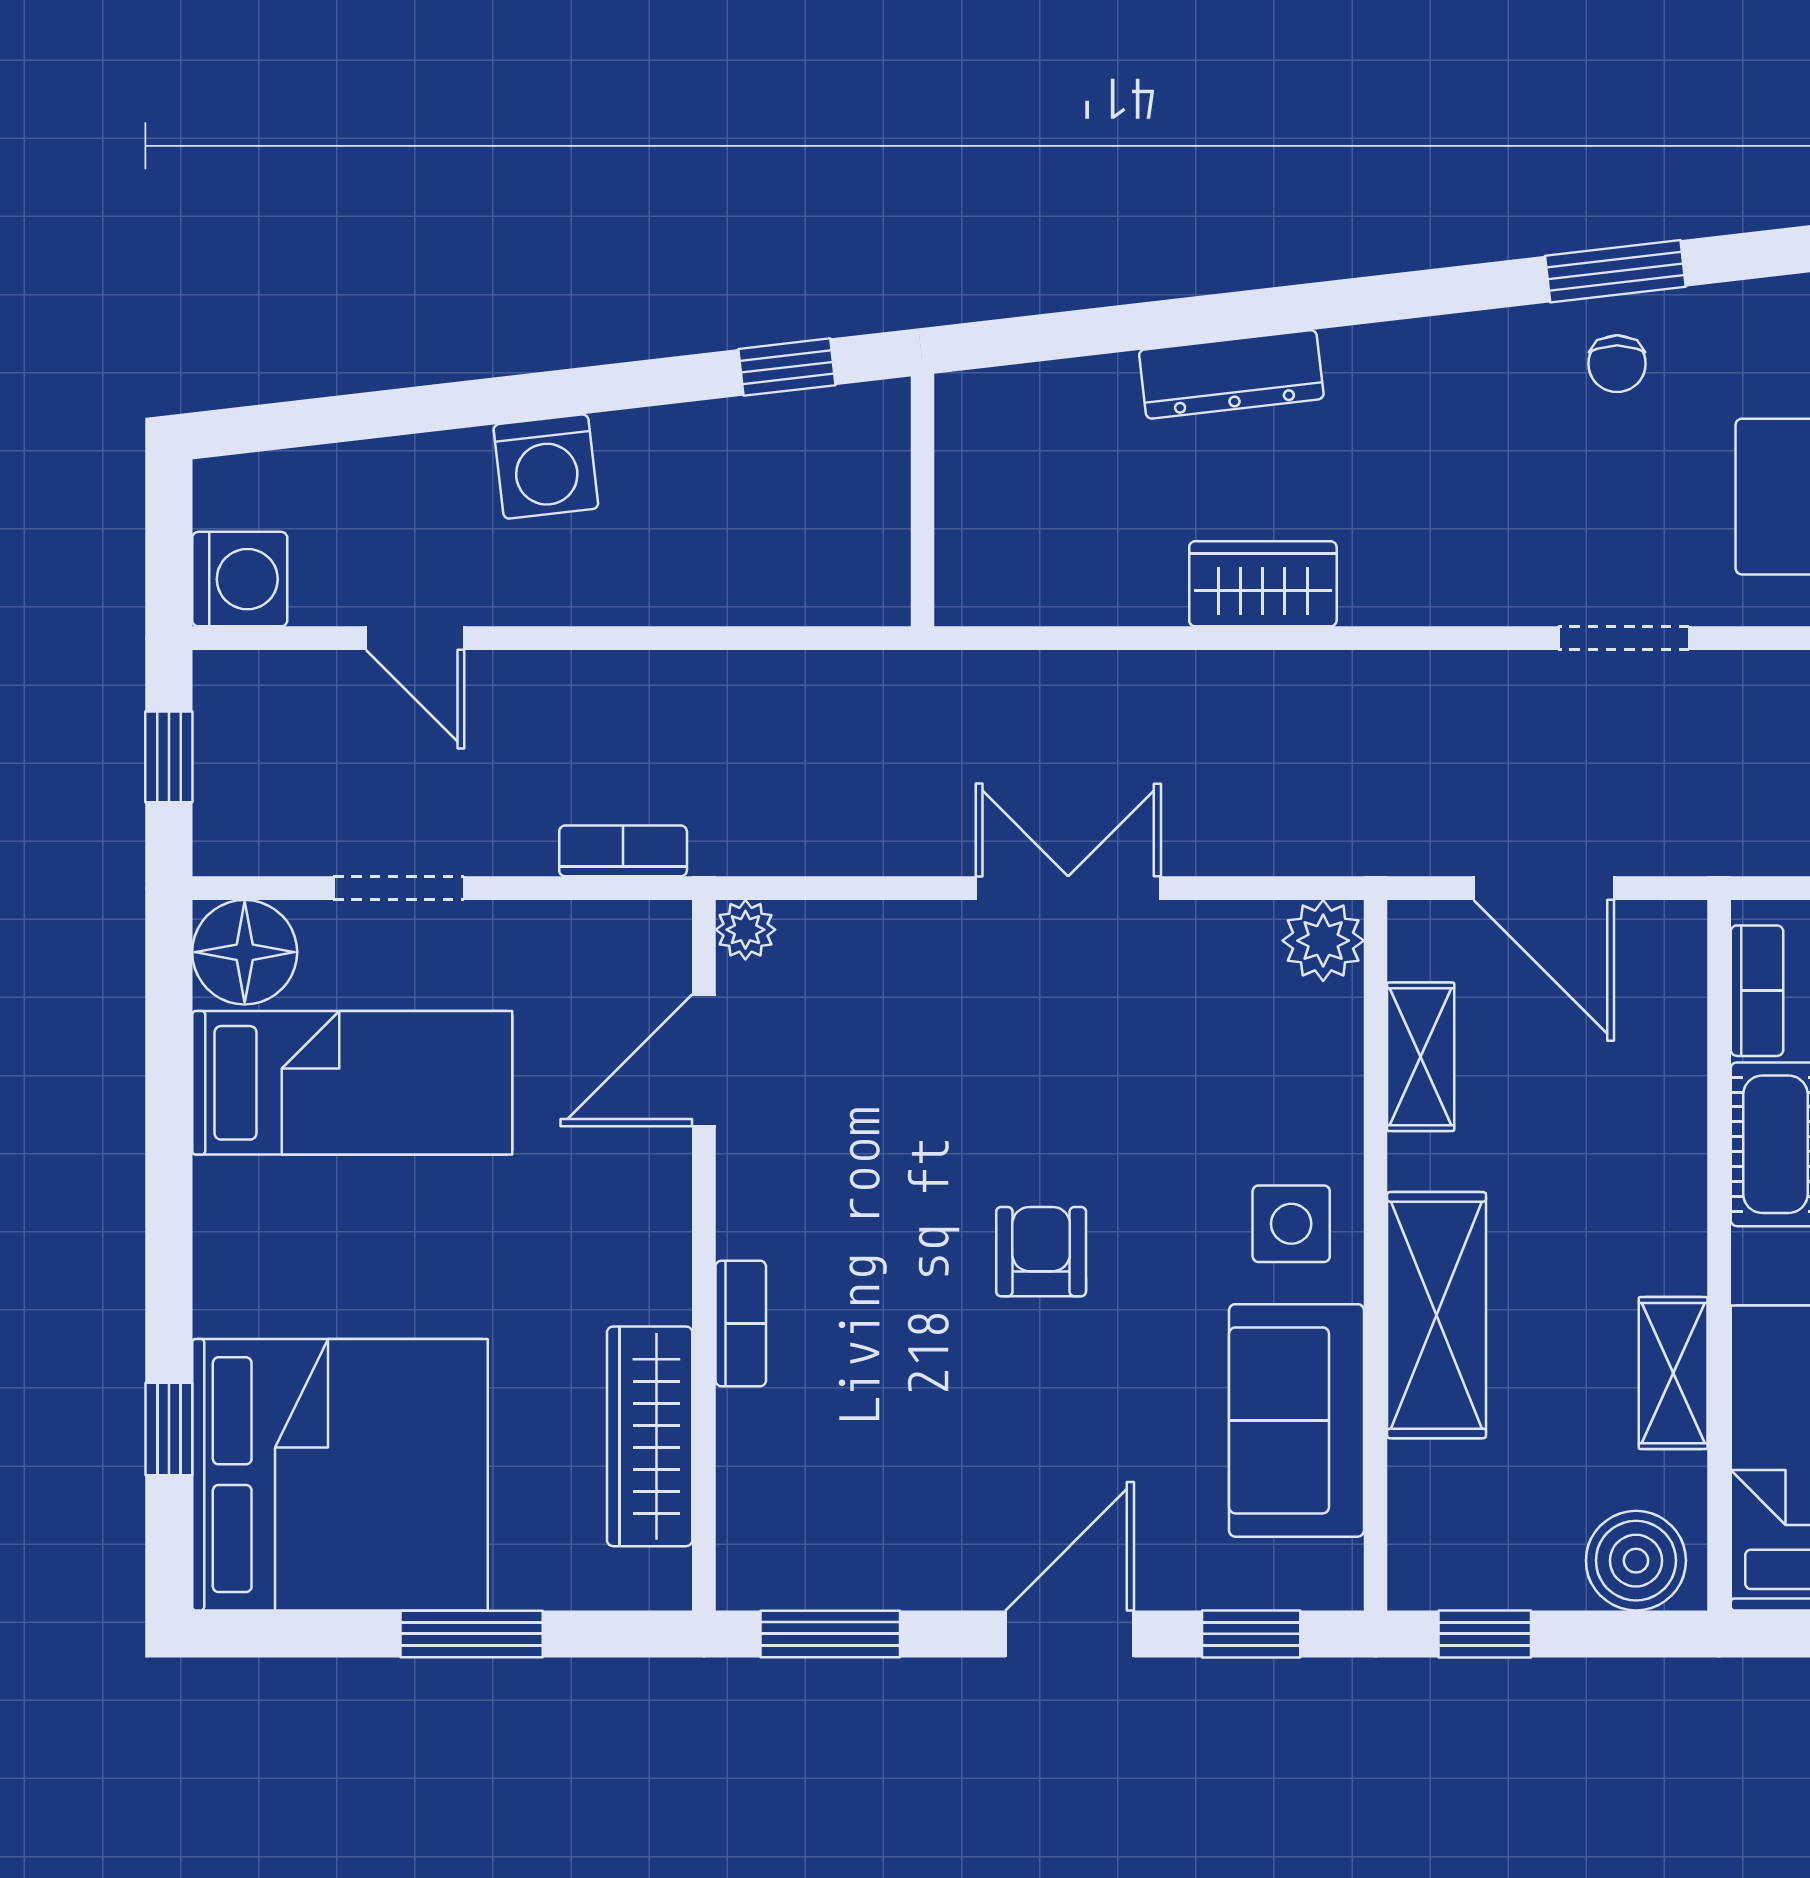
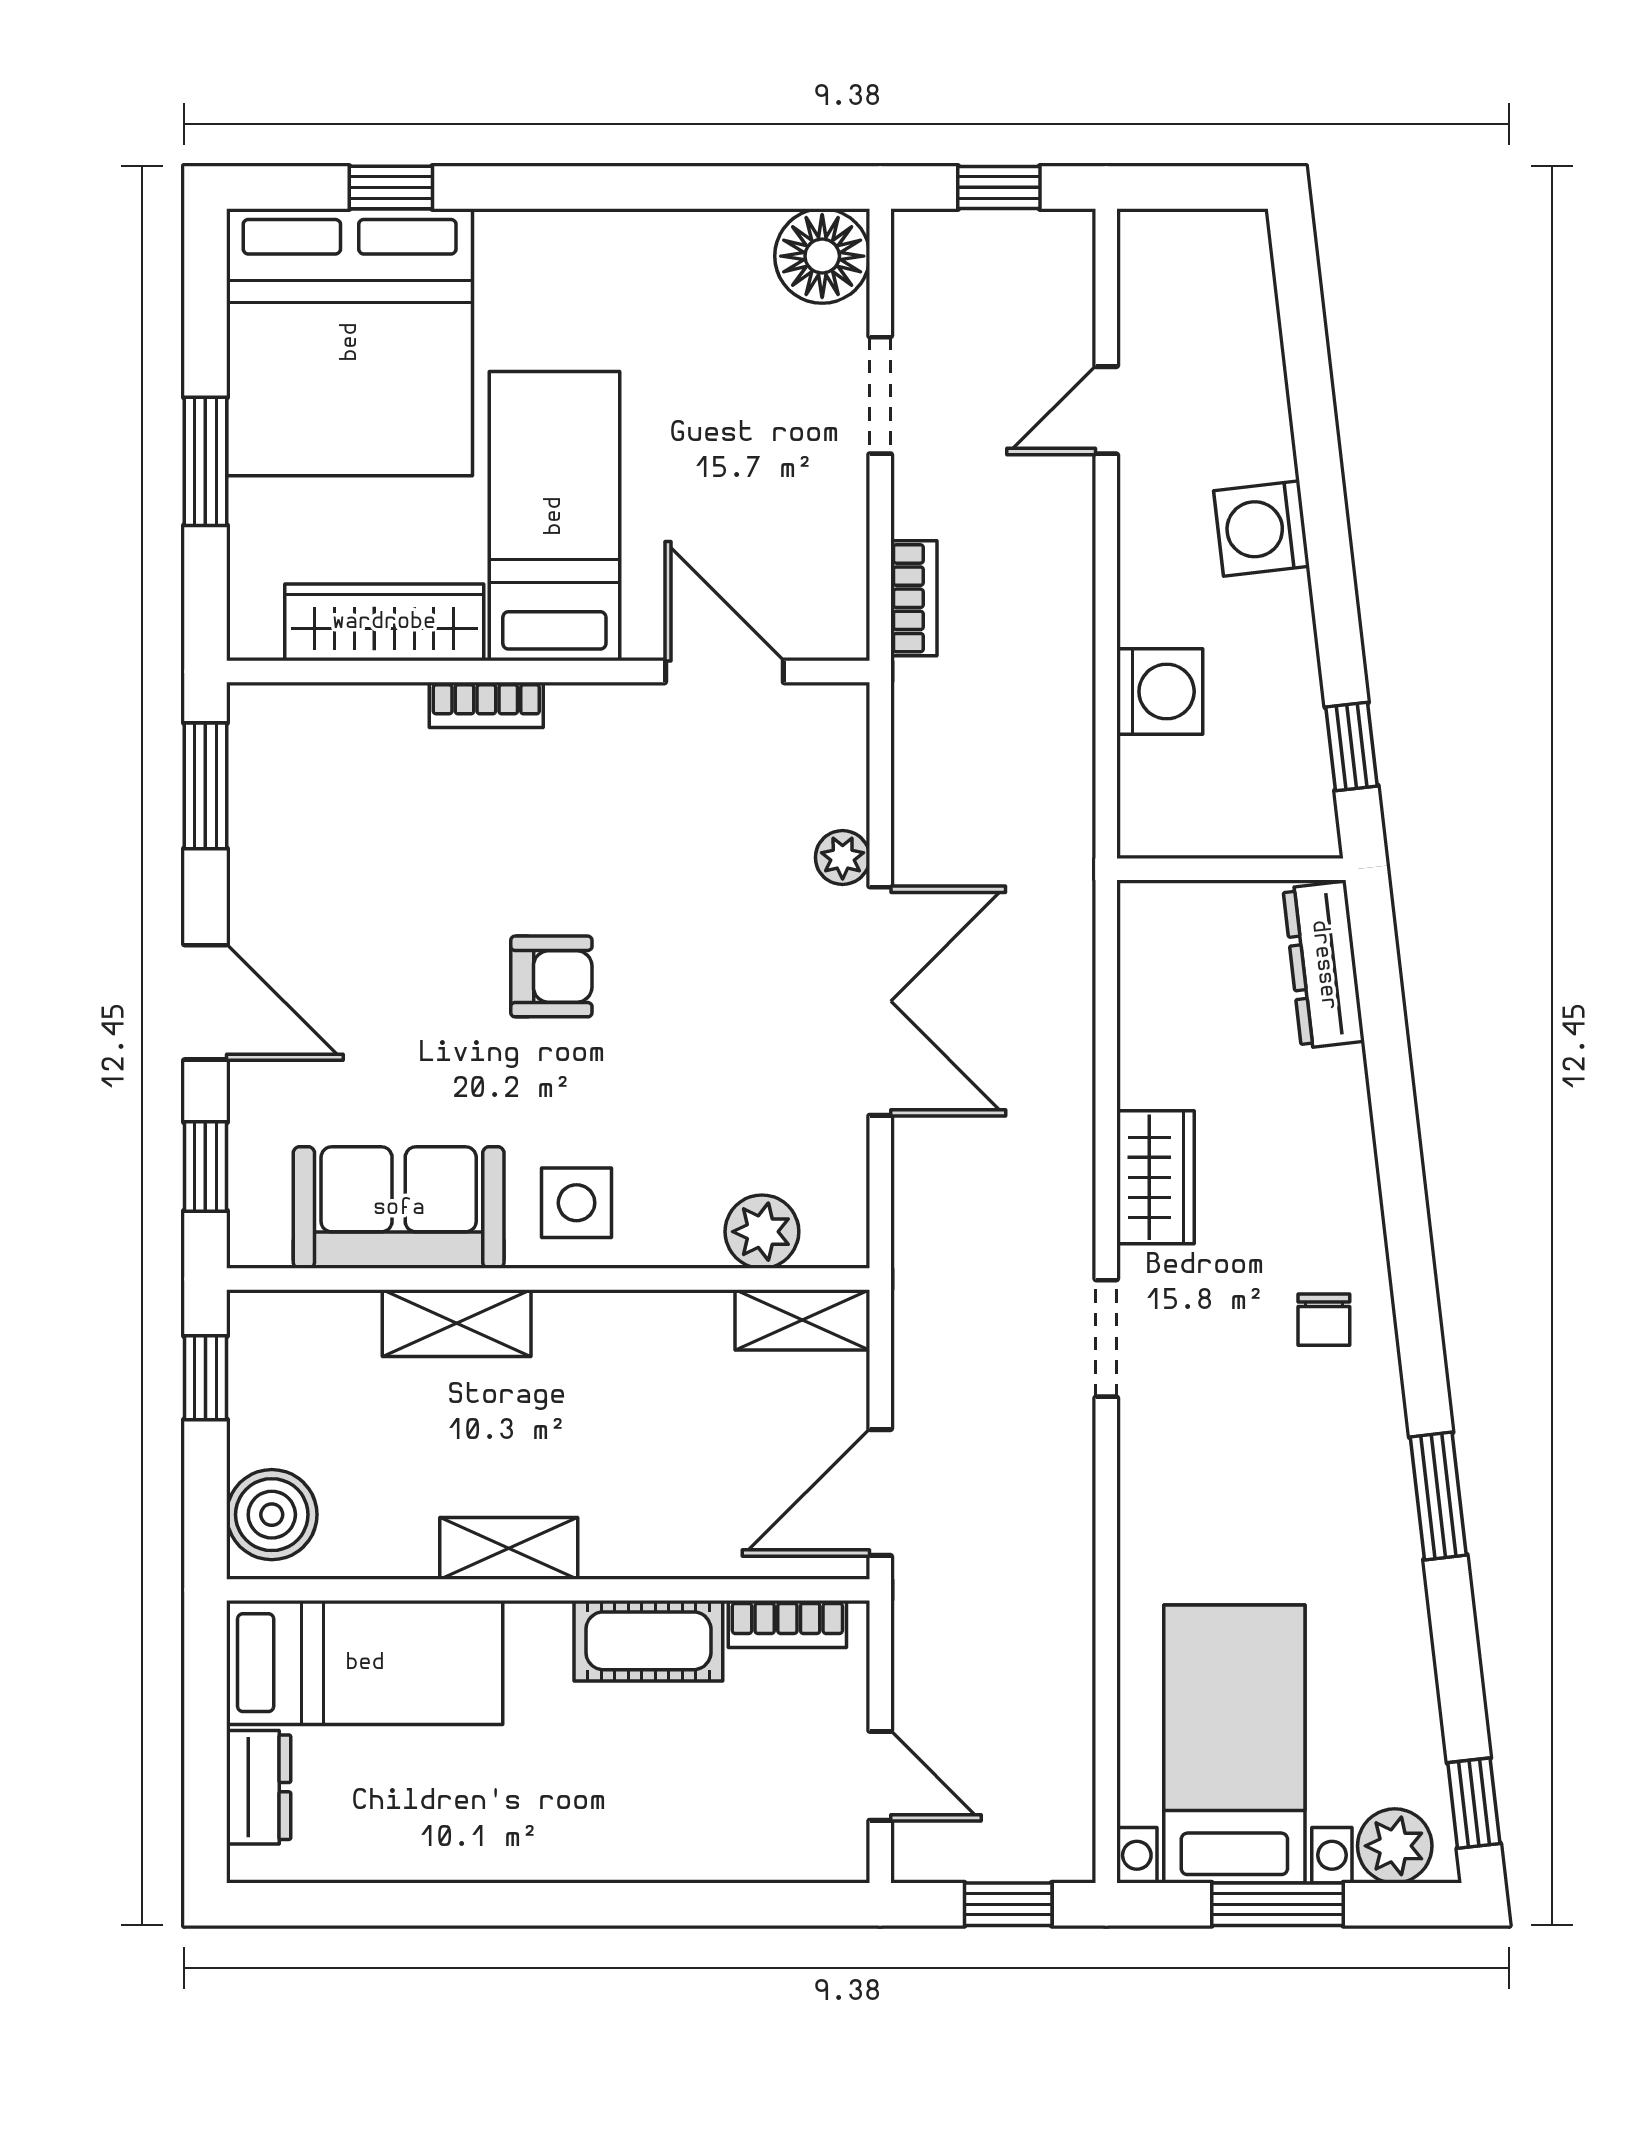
chair: (1617, 364) -> (1324, 1320), moved, turned -90
dresser: (1231, 374) -> (1324, 965), moved
washing machine: (240, 579) -> (1160, 692), moved, turned -90
doorway: (1624, 638) -> (1106, 1338), moved
double door: (1068, 888) -> (880, 1001), width x1.37
door: (1544, 888) -> (880, 1492), moved
plant: (745, 930) -> (843, 857), moved
plant: (1323, 941) -> (762, 1232), moved
shelving: (1421, 1057) -> (802, 1320), moved
bed: (352, 1083) -> (554, 516), moved, turned 180
shelving: (1437, 1315) -> (457, 1323), width x0.67, depth x0.75
shelving: (1673, 1373) -> (509, 1548), moved

